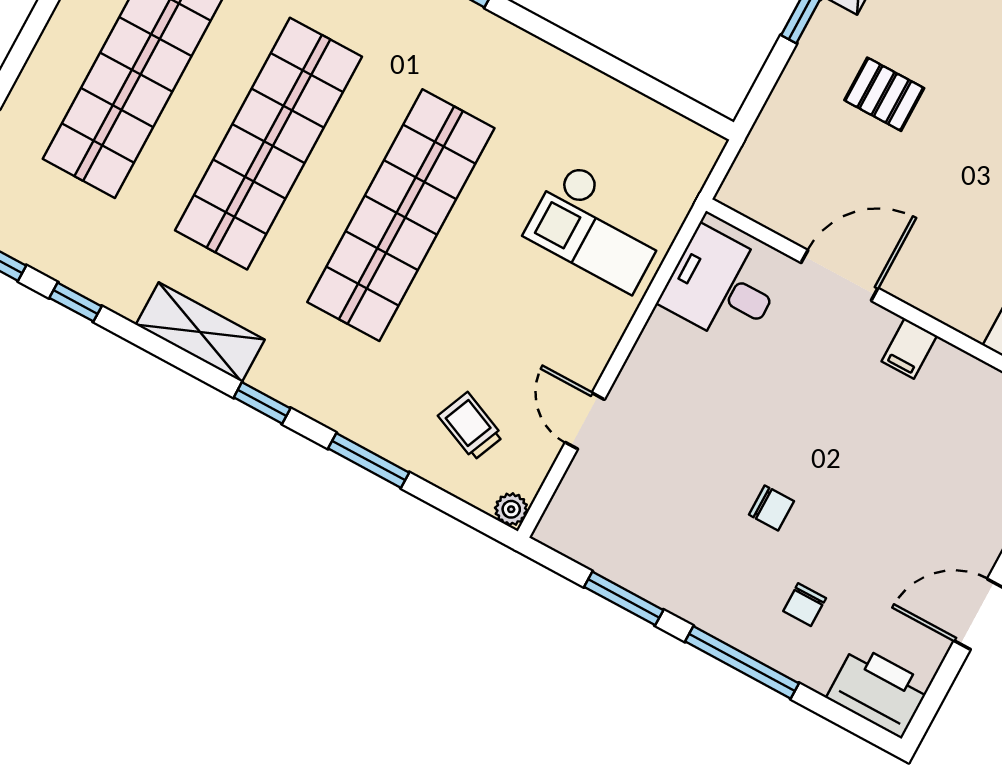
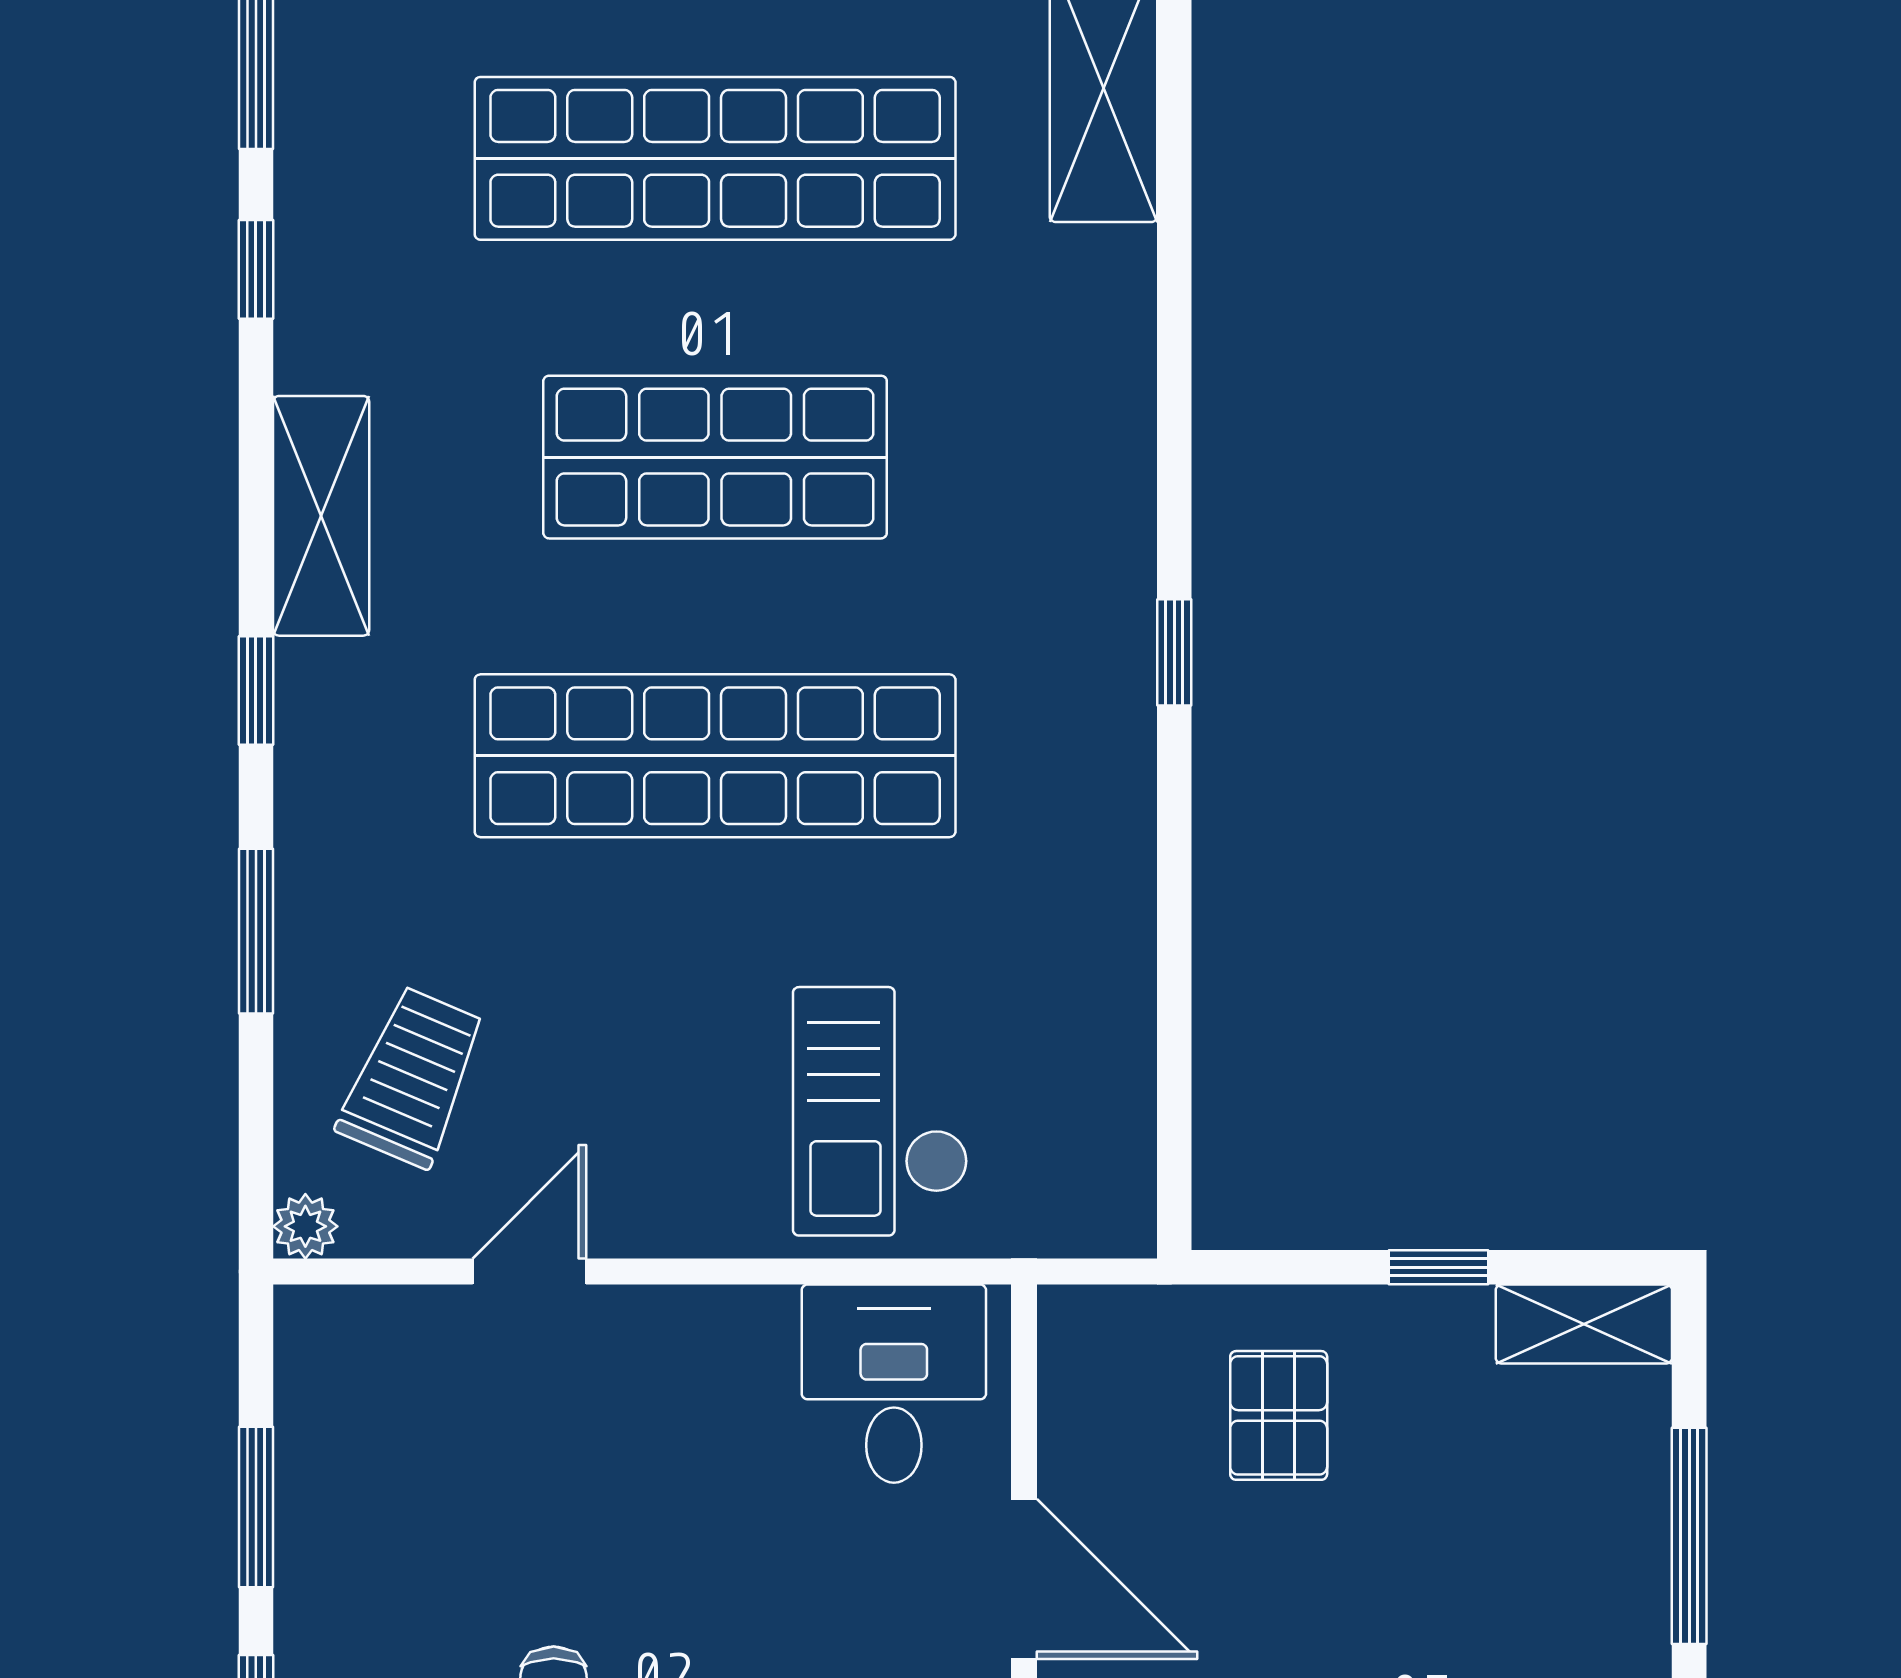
pallet: (884, 94) -> (1279, 1415), moved
shop shelf: (269, 144) -> (715, 457), width x0.71
trolley: (471, 426) -> (412, 1077), width x1.36, depth x1.39

